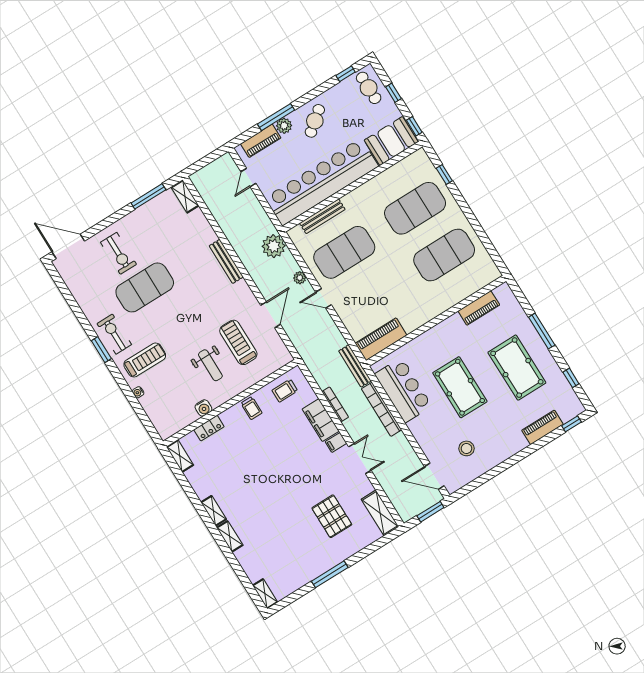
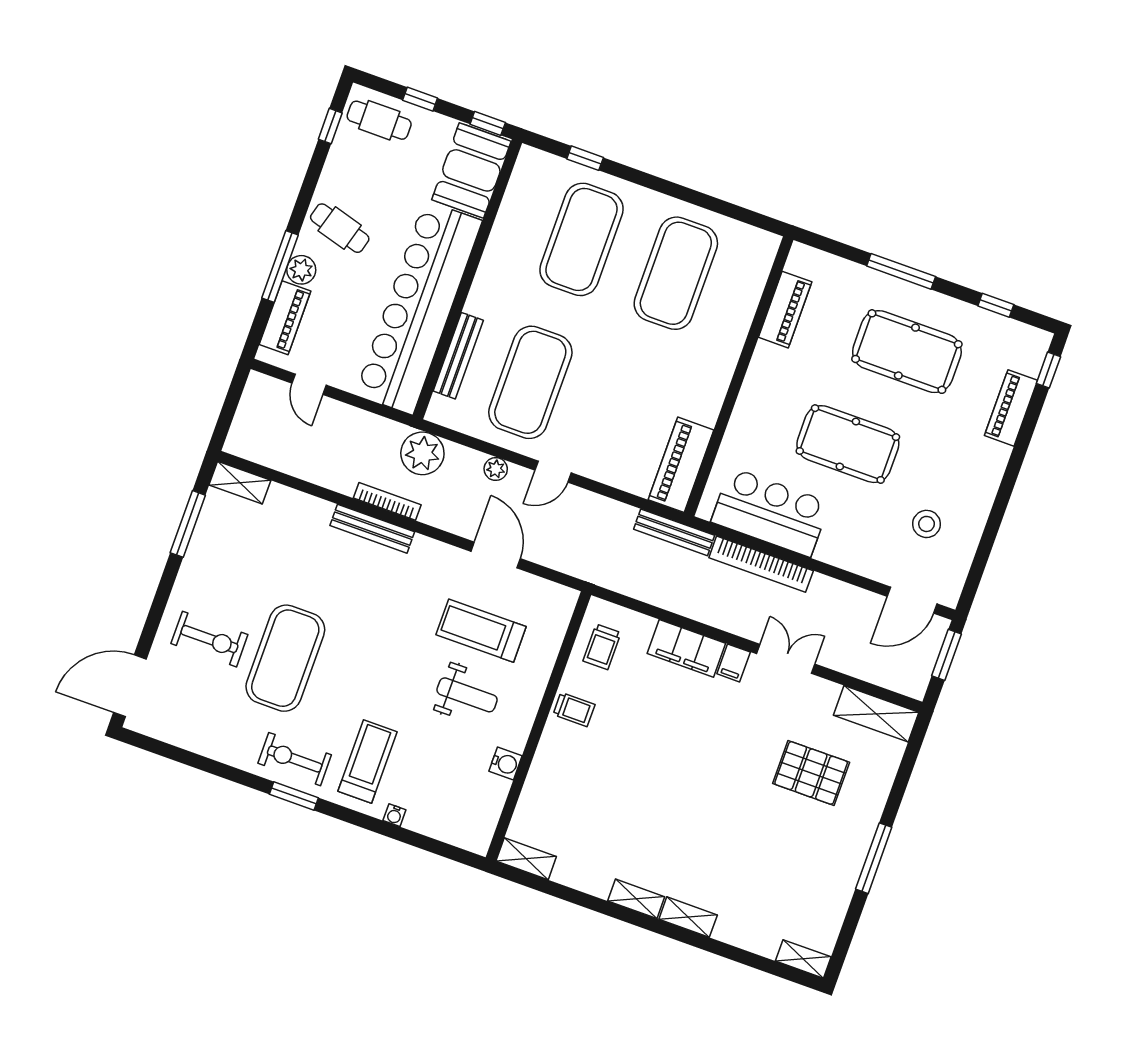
cafe table: (315, 121) -> (340, 228), turned -35
bookcase: (335, 404) -> (387, 501), moved
locker: (209, 428) -> (536, 786), removed

